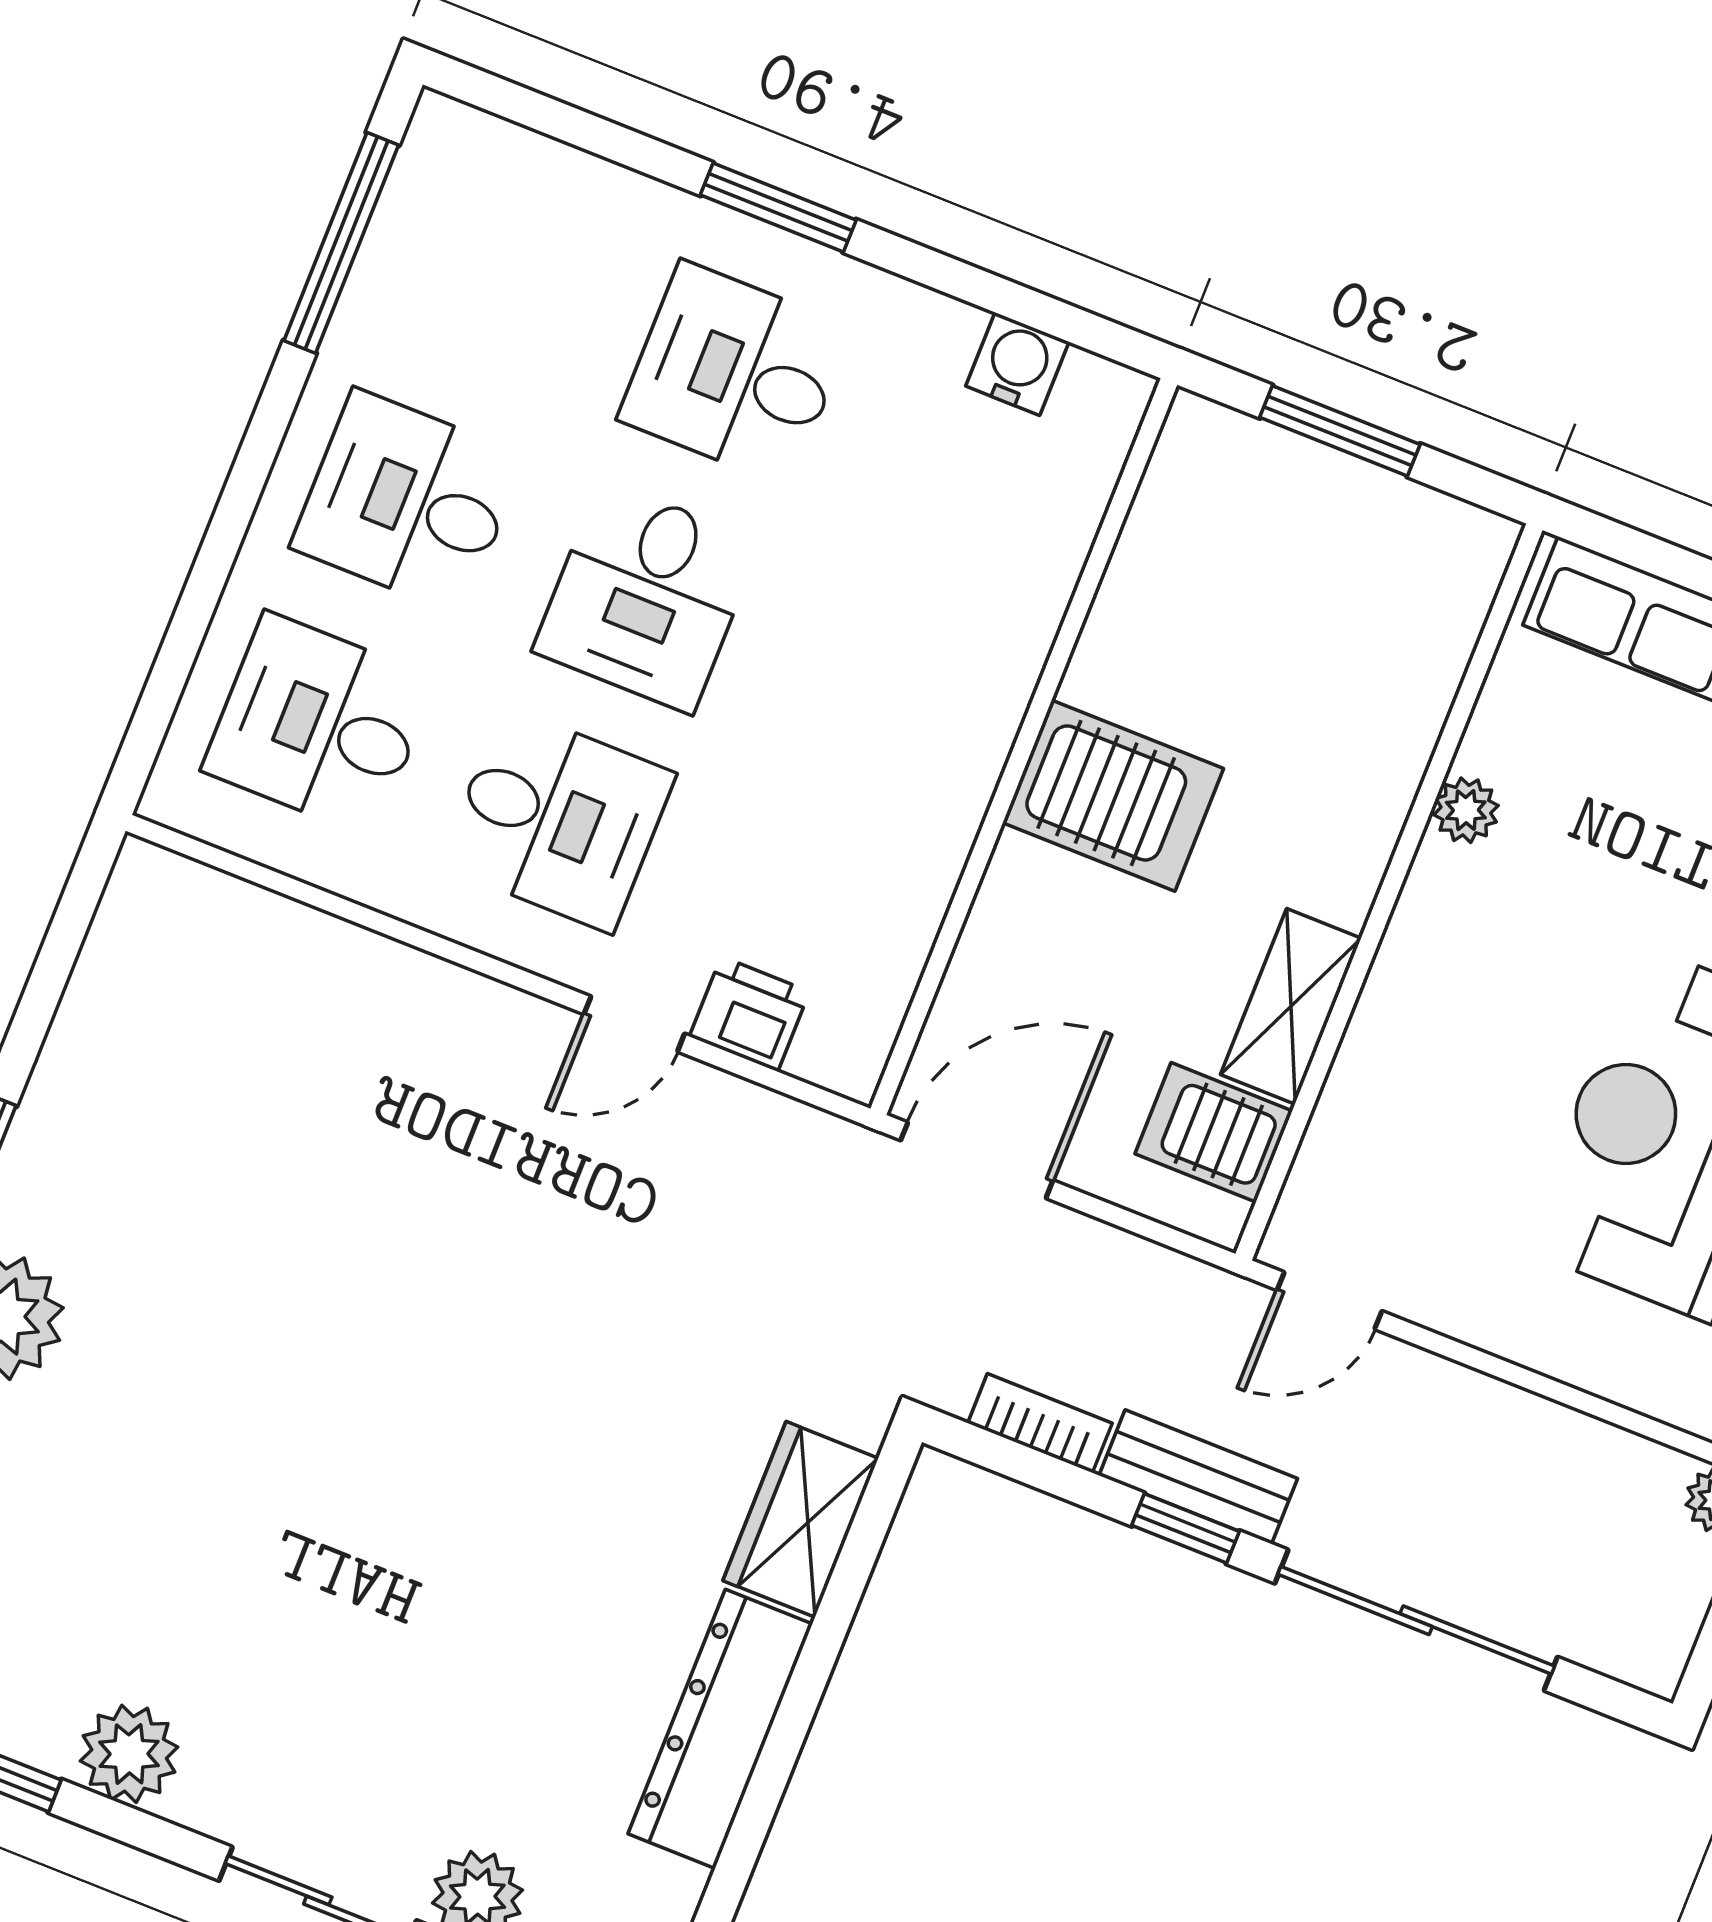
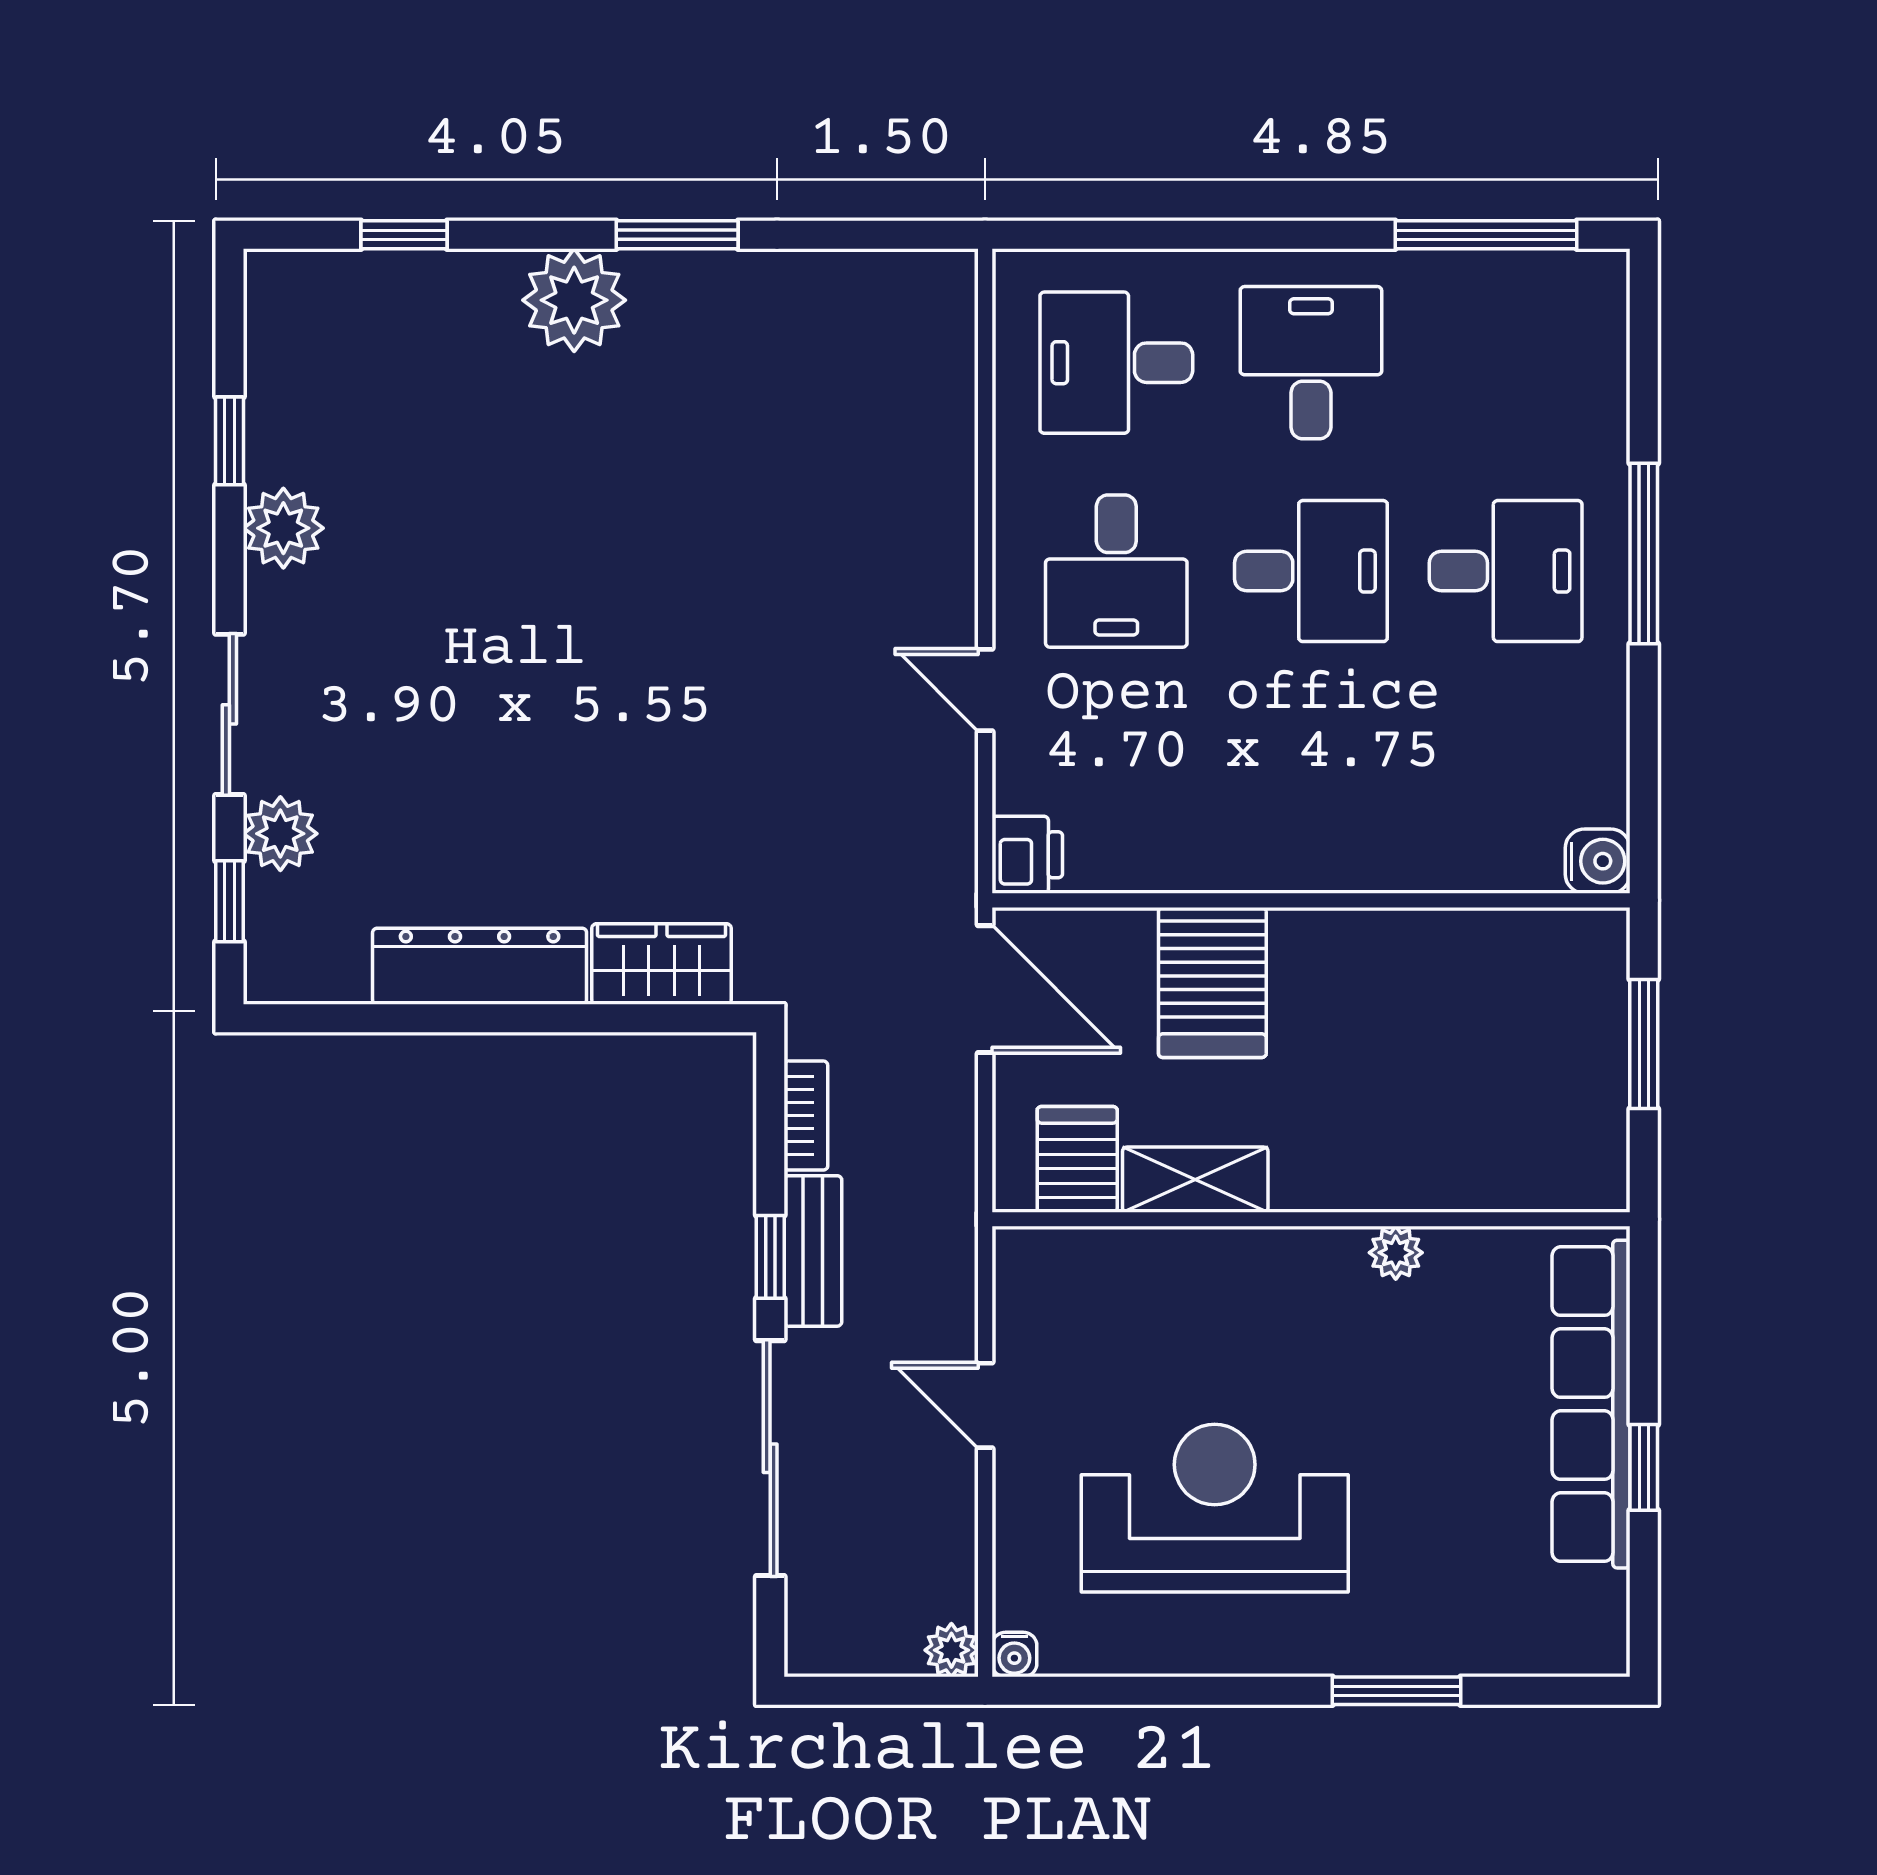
window: (778, 207) -> (1644, 554), width x1.44
water cooler: (1017, 364) -> (1598, 861), moved
desk: (735, 374) -> (1506, 571), turned 90
desk: (647, 597) -> (1311, 571), turned 180
desk: (319, 725) -> (1116, 363), turned -90
server rack: (1113, 796) -> (1212, 982), moved
printer: (749, 1014) -> (1027, 855), moved
door: (1329, 1301) -> (985, 1405), moved

